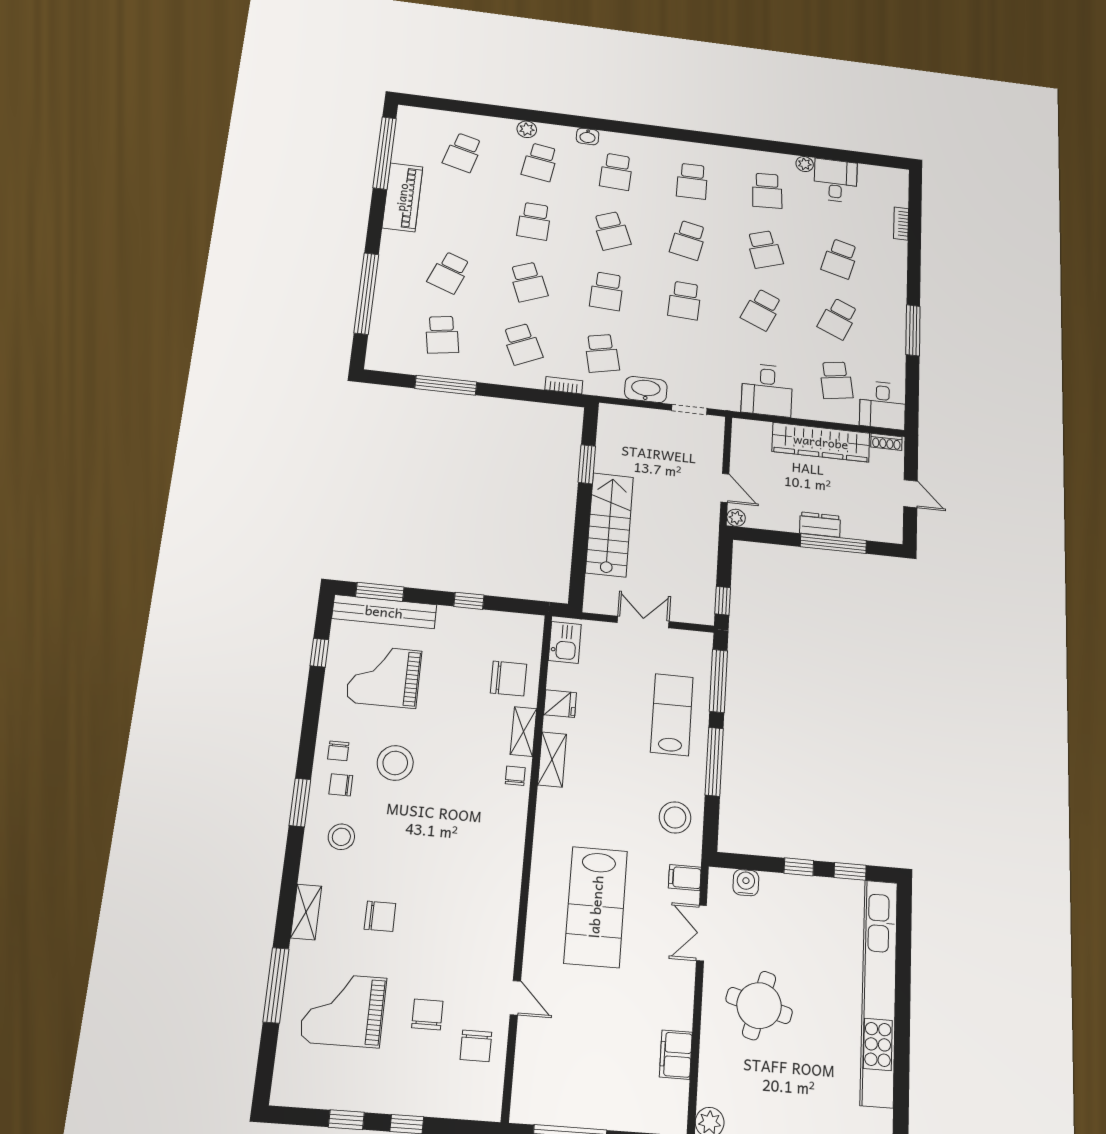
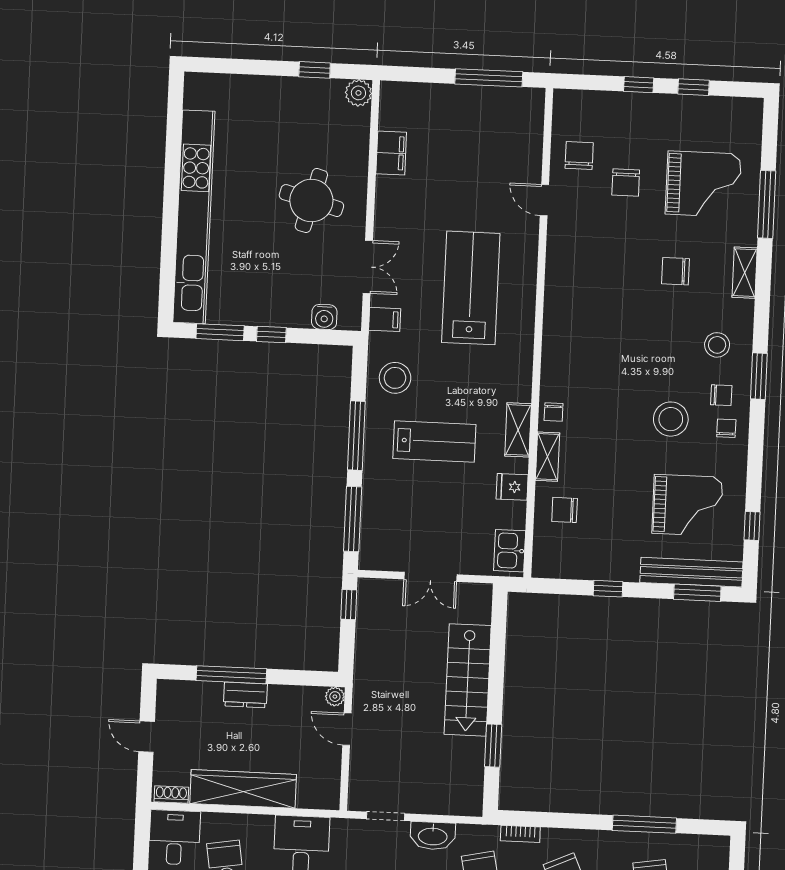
chair: (509, 678) -> (565, 510), width x0.73, depth x0.73
lab bench: (672, 715) -> (434, 441), moved, turned -90
window: (850, 871) -> (220, 332), width x1.50

